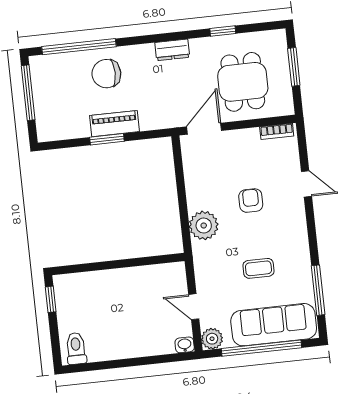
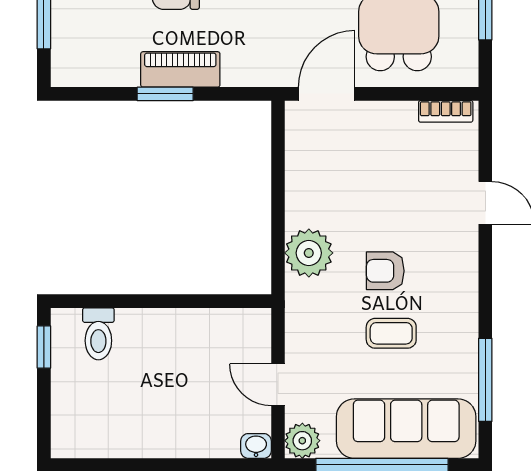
armchair: (251, 201) -> (385, 271), moved, turned -90
toilet: (76, 348) -> (98, 334), moved, turned 180

